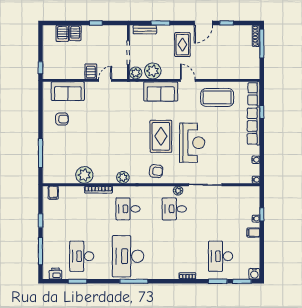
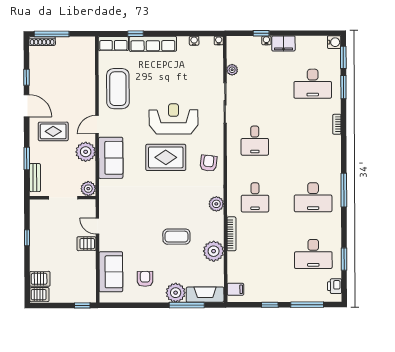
server rack: (75, 33) -> (39, 295), moved
plant: (153, 71) -> (86, 152), moved
plant: (51, 144) -> (176, 293), added
coffee table: (96, 145) -> (176, 237), added
fireplace: (49, 168) -> (205, 295), added
plant: (178, 191) -> (232, 70), moved
filing cabinet: (253, 233) -> (283, 44), width x2.00
desk: (128, 256) -> (313, 197), width x0.73, depth x0.77

